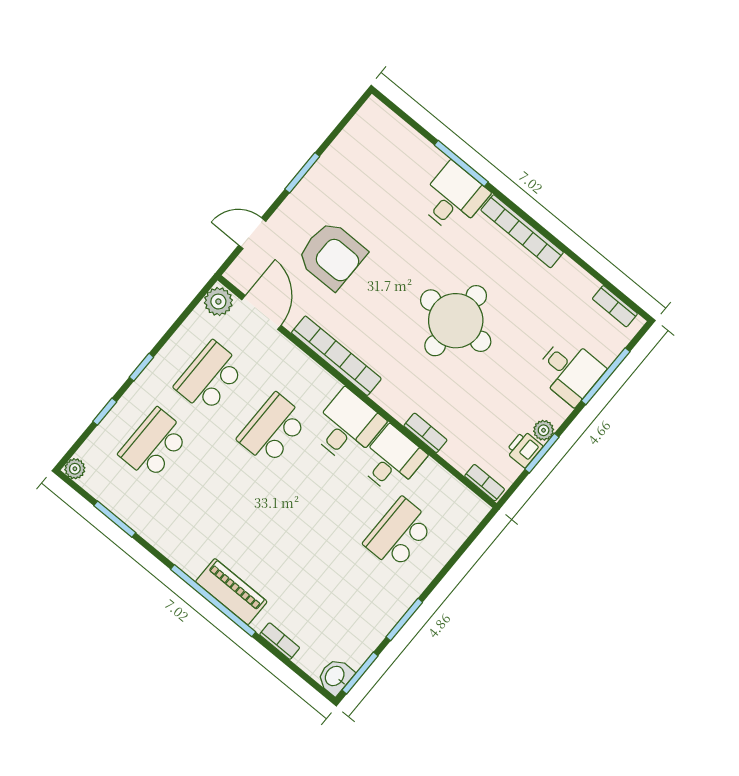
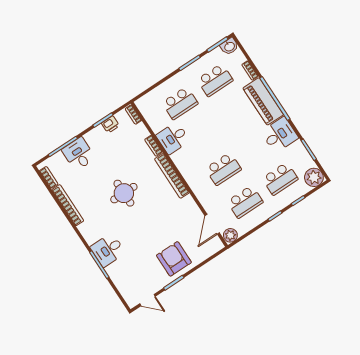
bookcase: (522, 231) -> (68, 205), moved
door: (252, 233) -> (147, 300), moved
armchair: (332, 255) -> (174, 259), moved
round table: (456, 321) -> (124, 193), width x0.73, depth x0.73
bookcase: (336, 356) -> (172, 176), moved
desk: (347, 427) -> (280, 135), moved, turned 180
plant: (544, 430) -> (99, 130), removed
plant: (75, 469) -> (314, 177), width x1.87, depth x1.87
piano: (231, 592) -> (263, 101), width x1.37, depth x1.33
school desk: (343, 601) -> (215, 80), added

